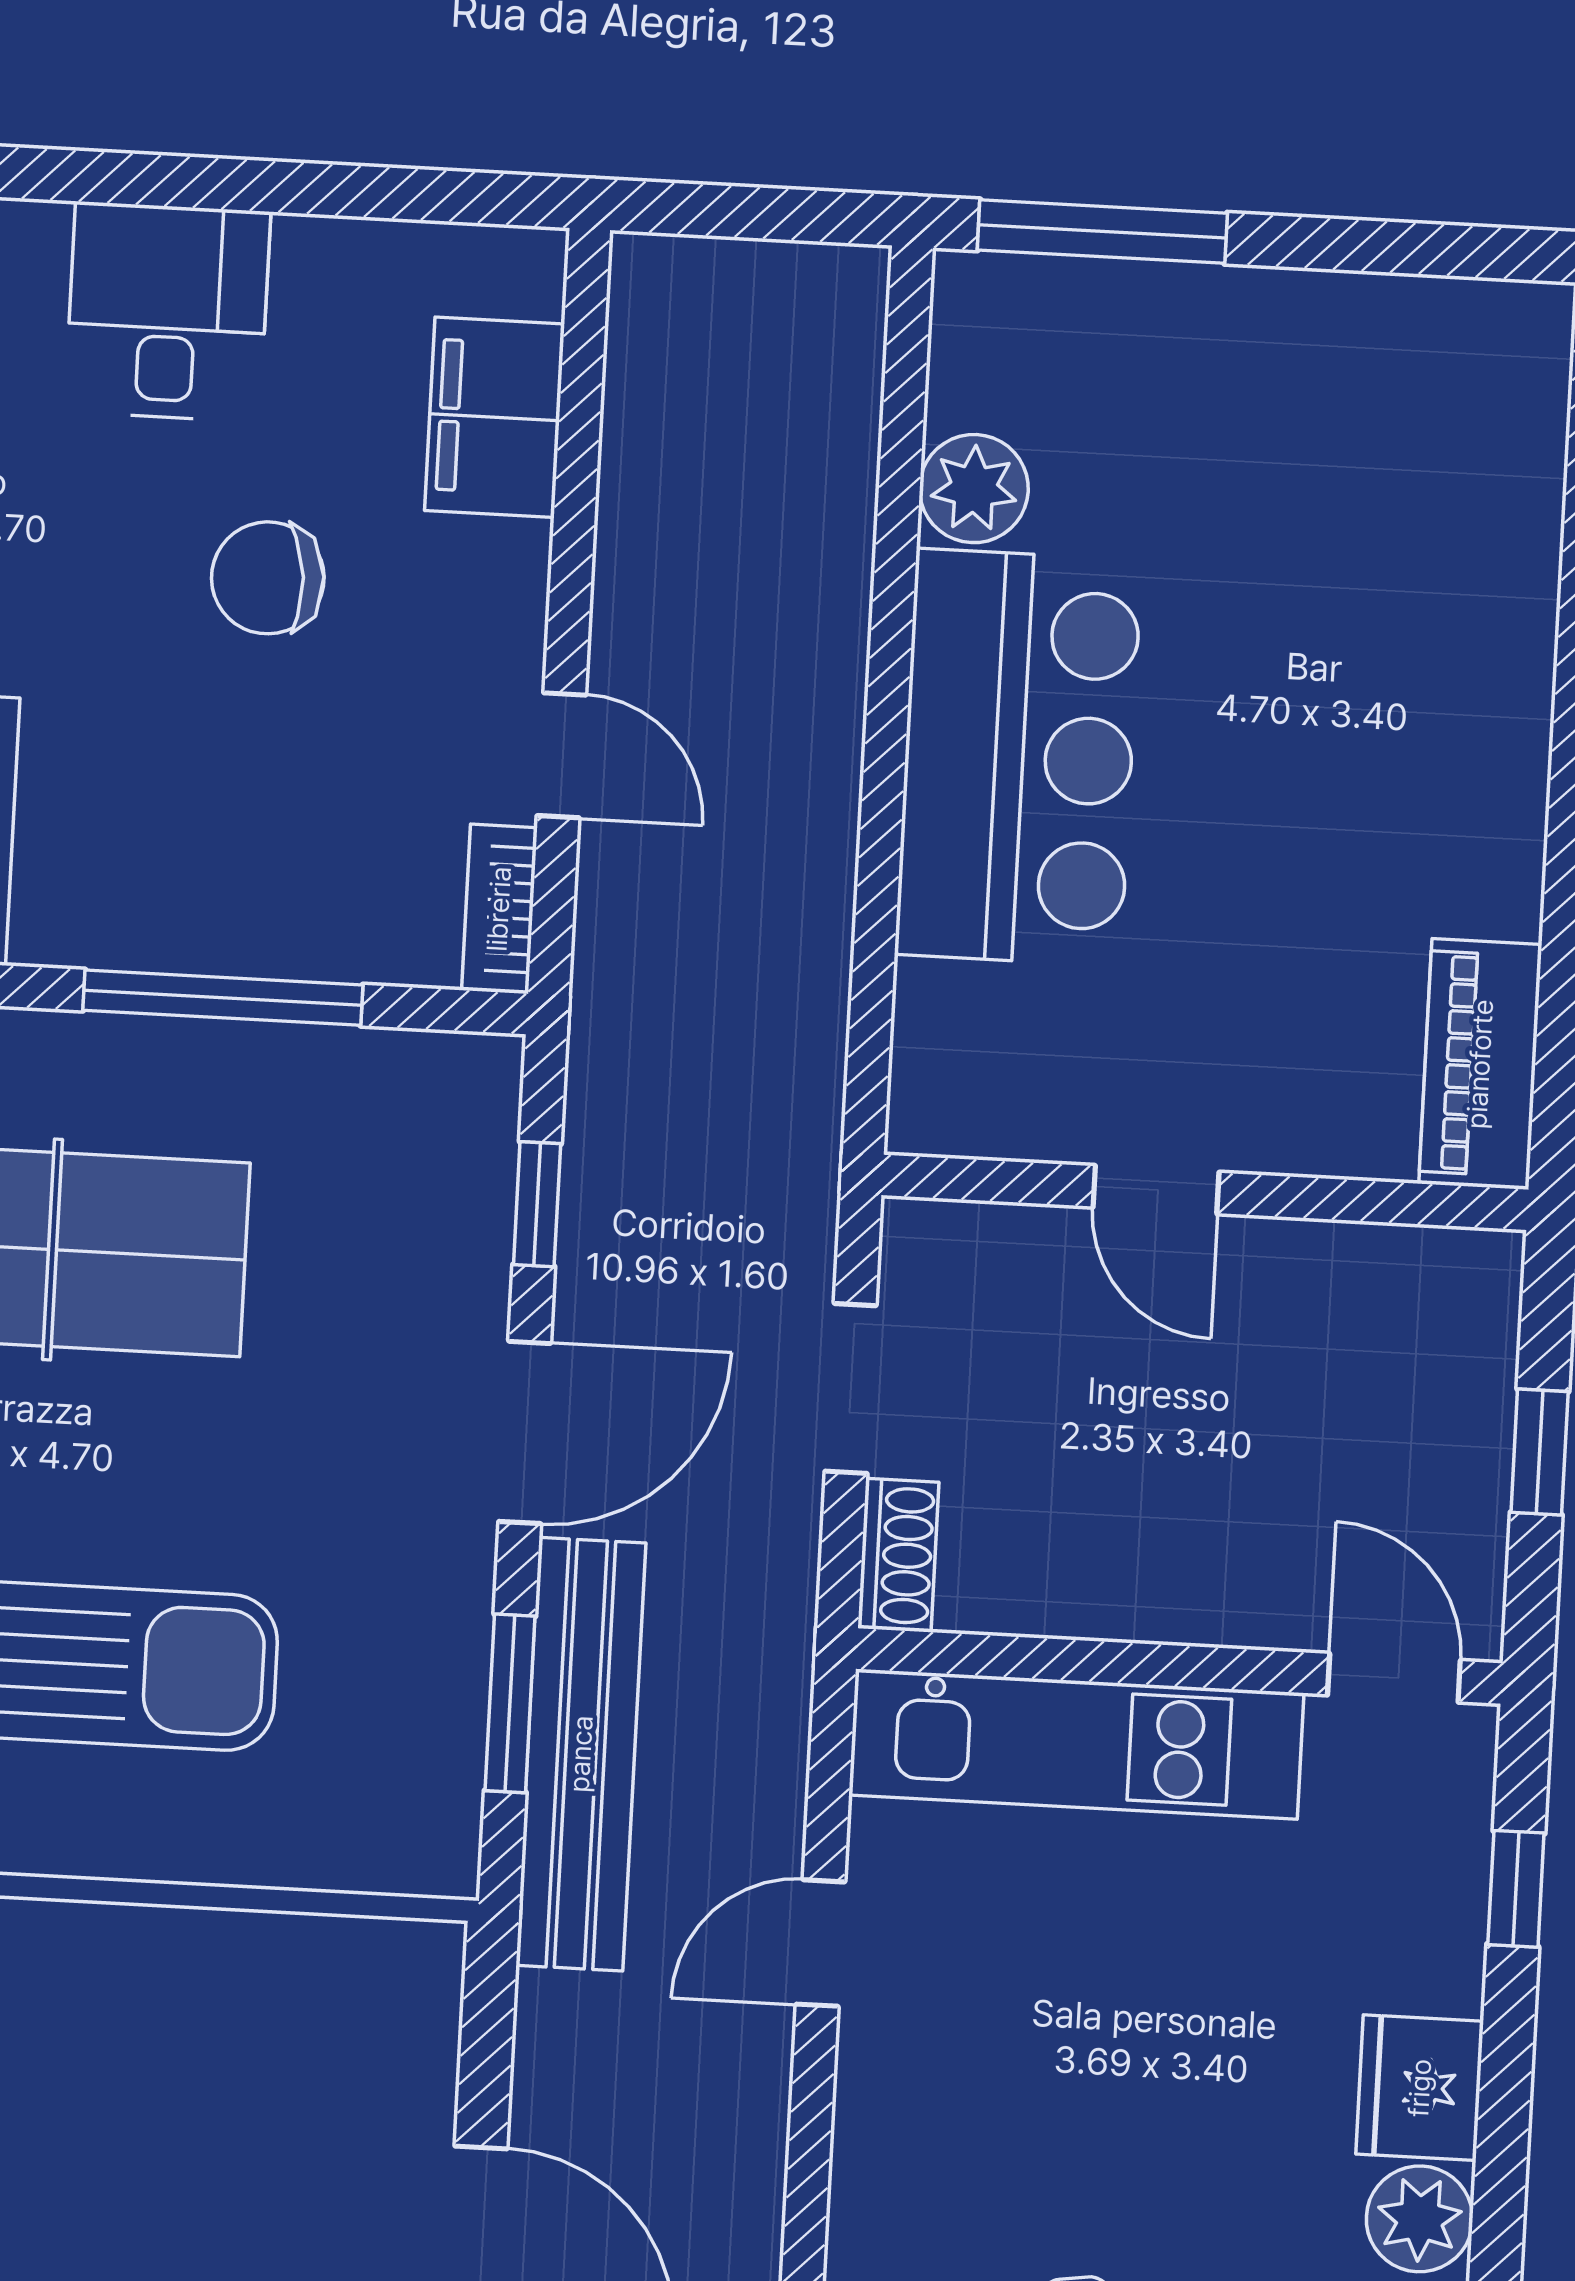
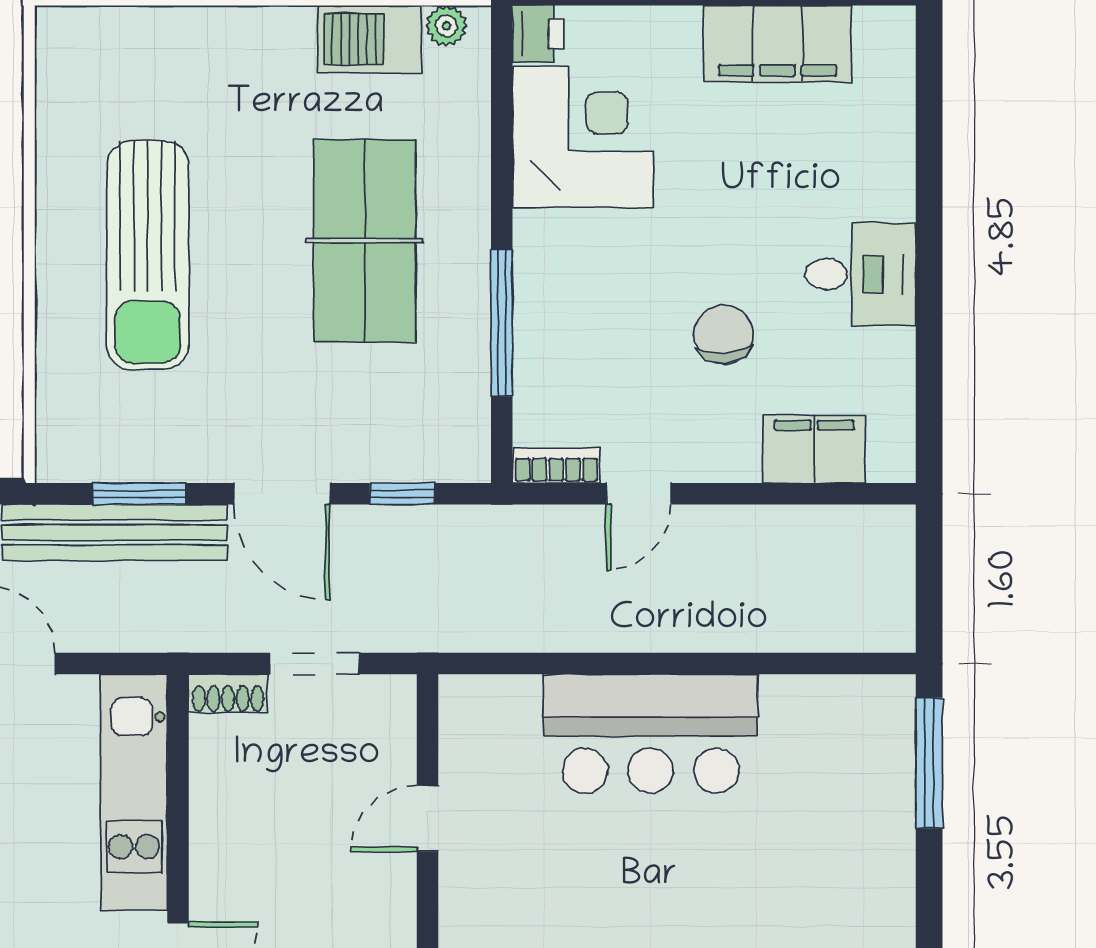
plant: (974, 489) -> (790, 703), removed

